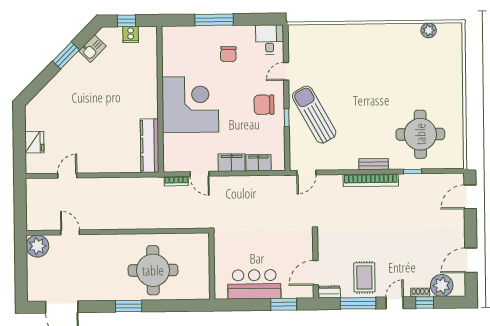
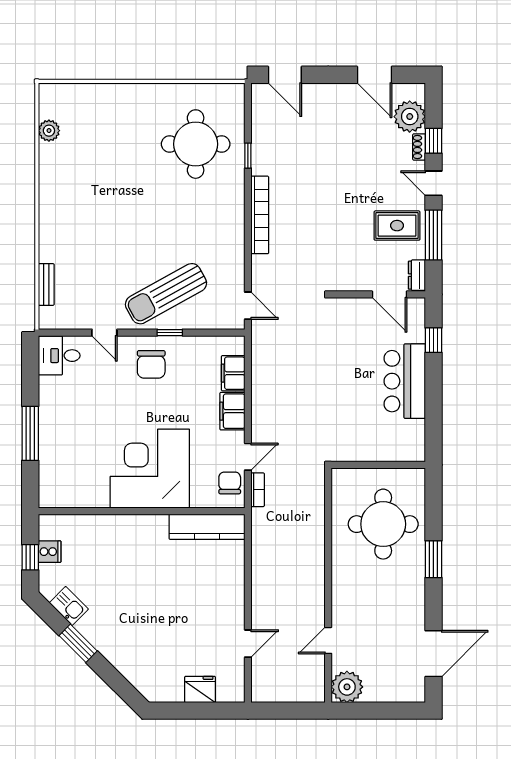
chair: (228, 54) -> (230, 483), moved, turned -92
bench: (374, 164) -> (46, 285), moved
door: (67, 176) -> (248, 644), swing flipped
wall: (212, 266) -> (378, 465), moved
window: (284, 304) -> (433, 340), width x0.67

